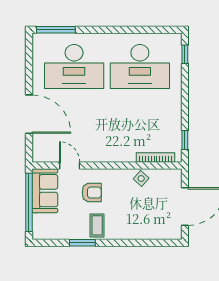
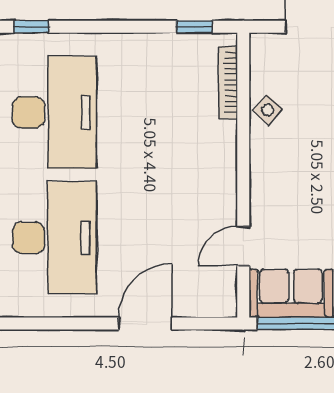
door: (29, 114) -> (145, 323), width x0.73
armchair: (92, 193) -> (295, 204), removed

